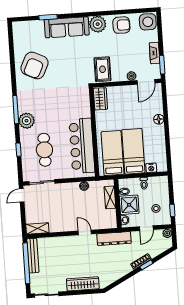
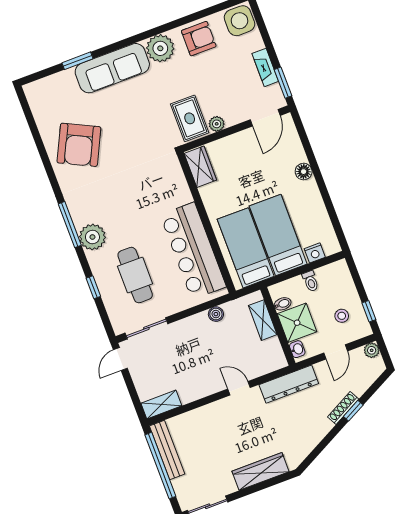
plant: (131, 76) -> (217, 124), moved

